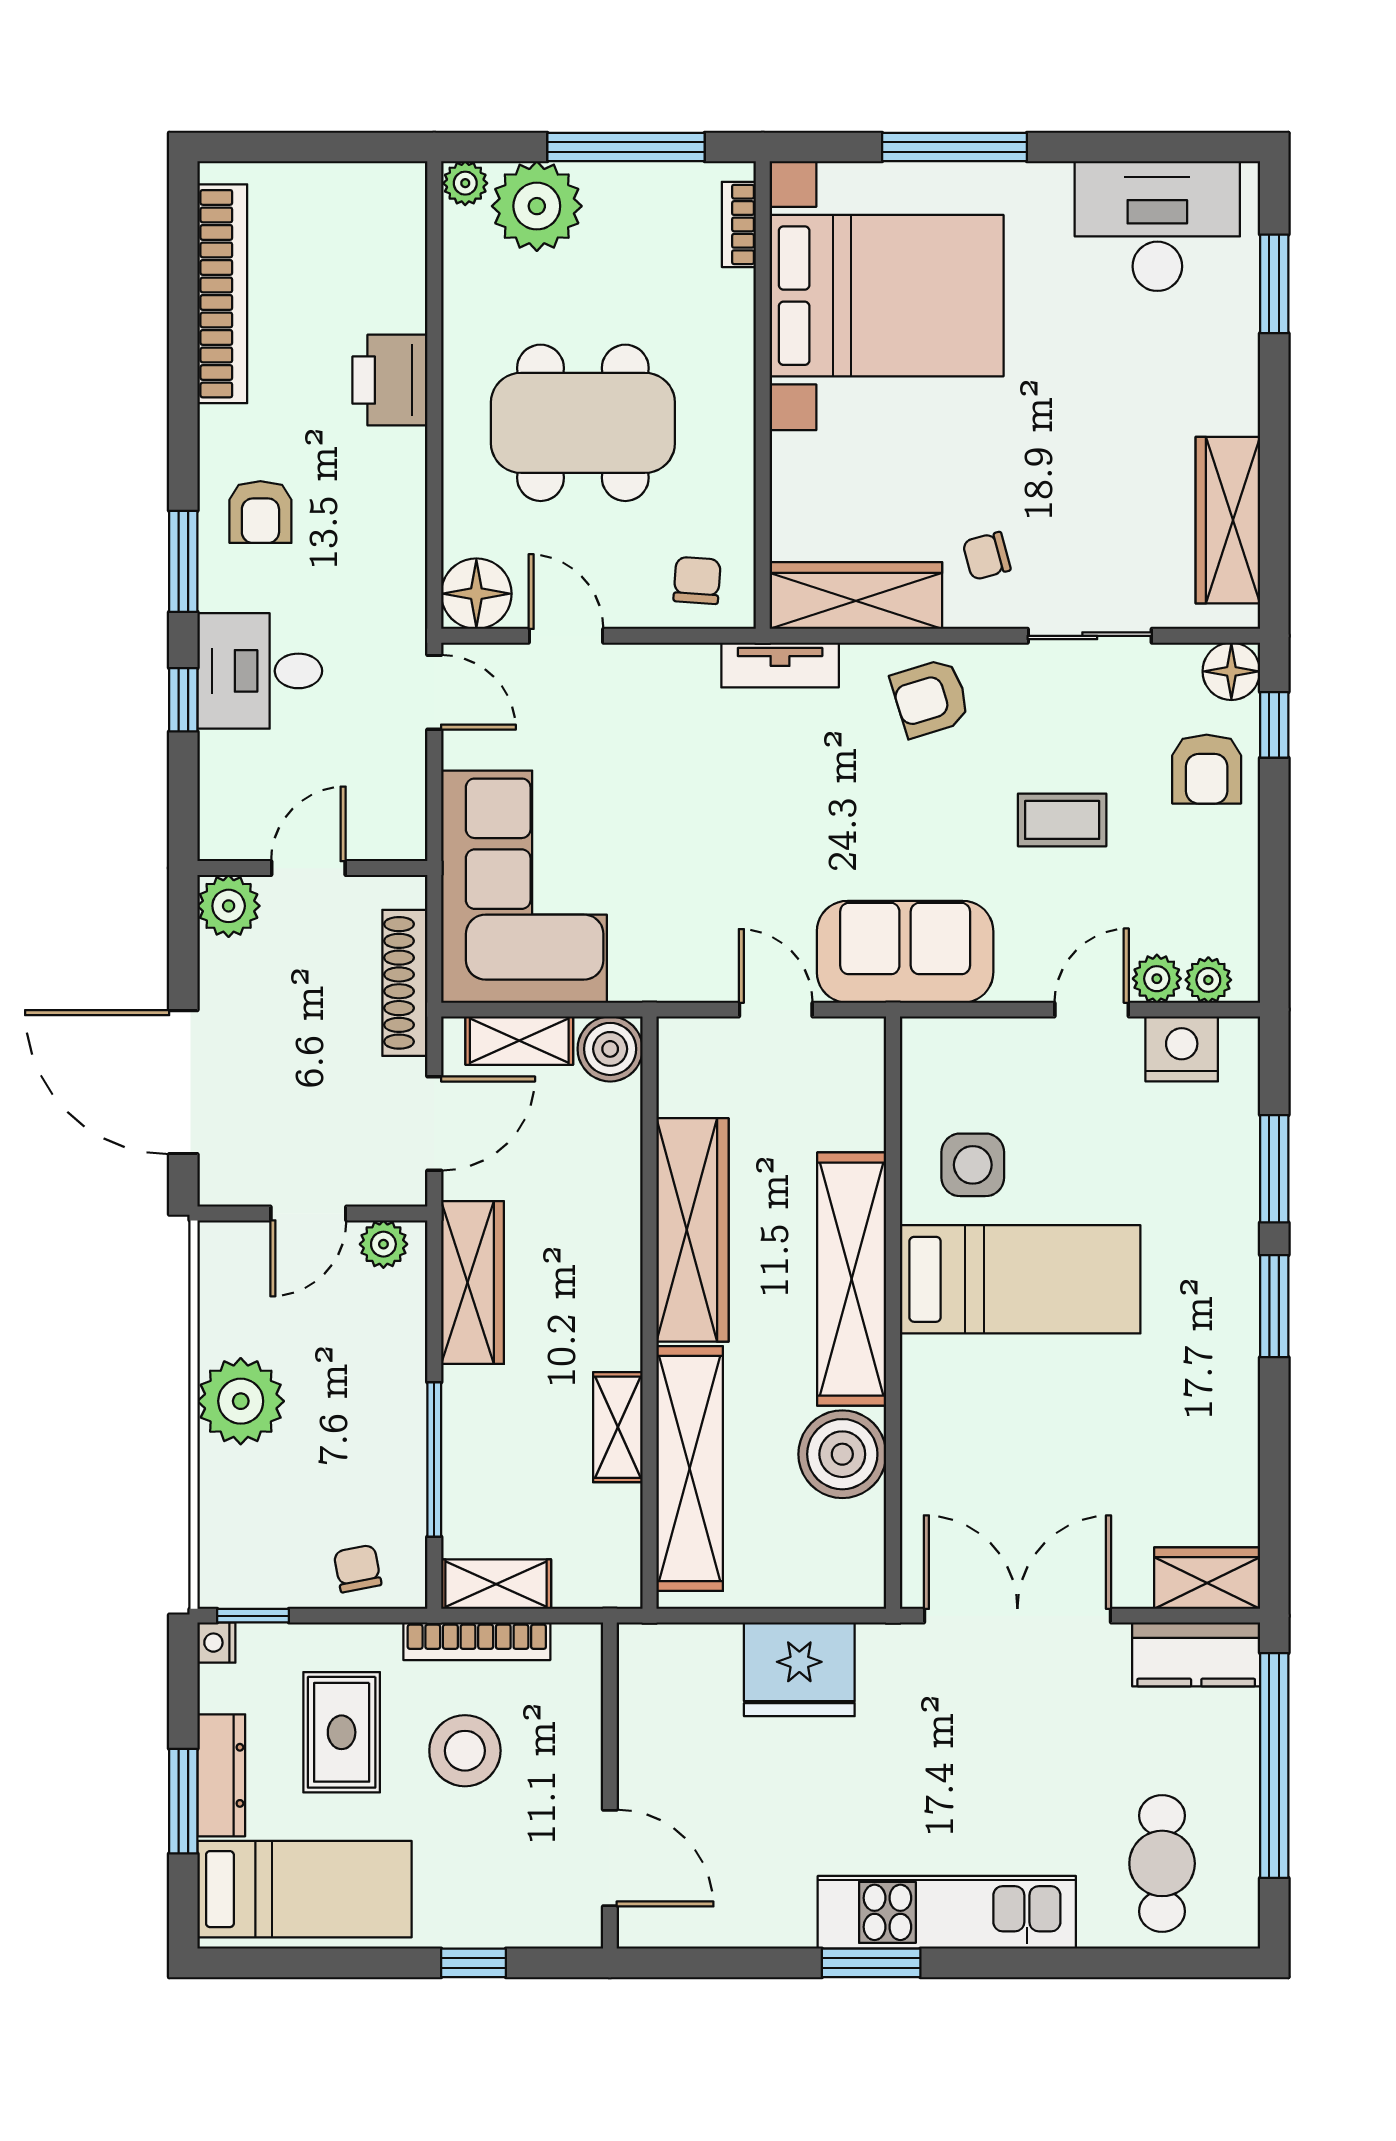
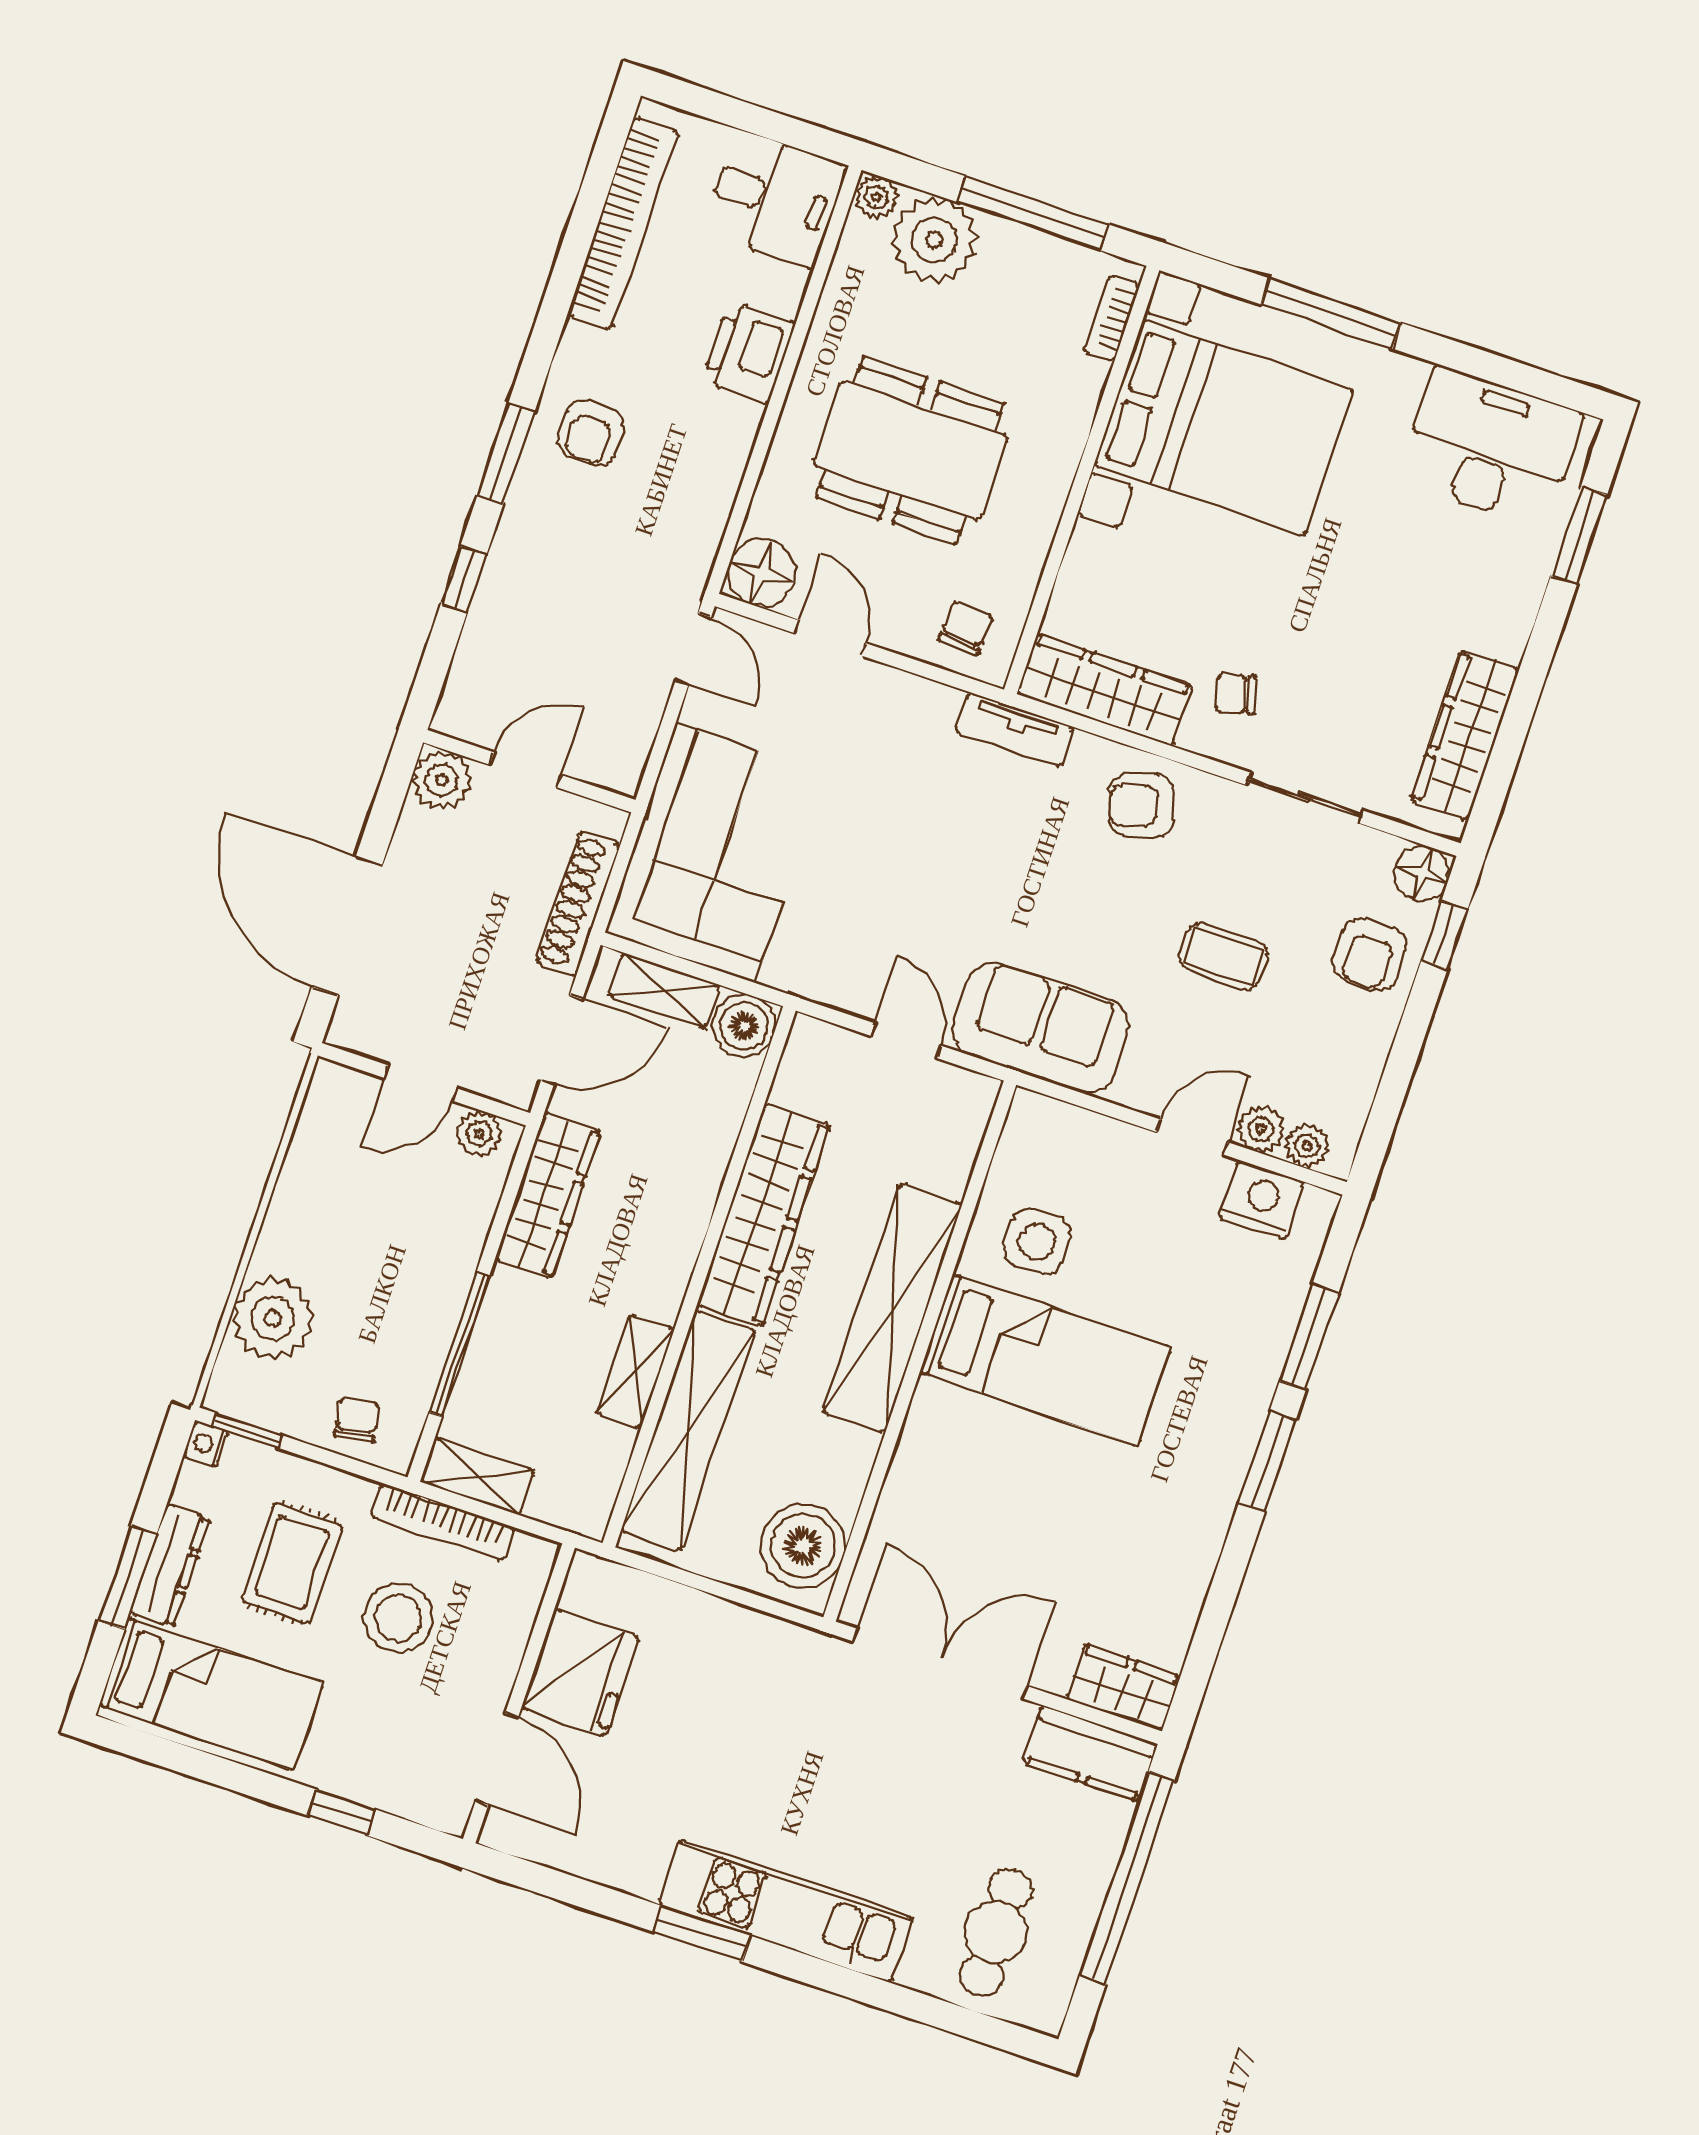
desk: (260, 671) -> (775, 199), moved, turned 180
plant: (241, 1401) -> (273, 1318), moved
boiler: (842, 1454) -> (803, 1546), moved
fridge: (799, 1669) -> (580, 1672), moved, turned -90

